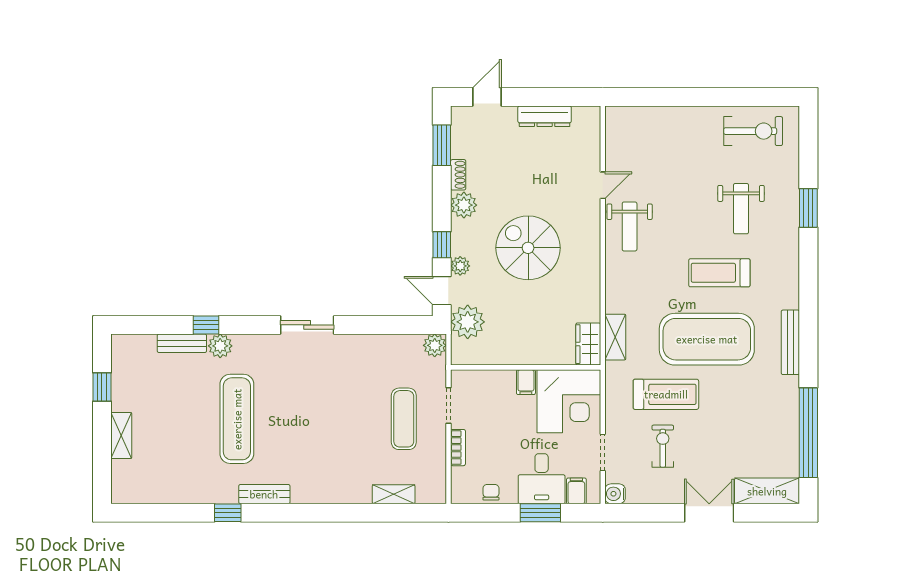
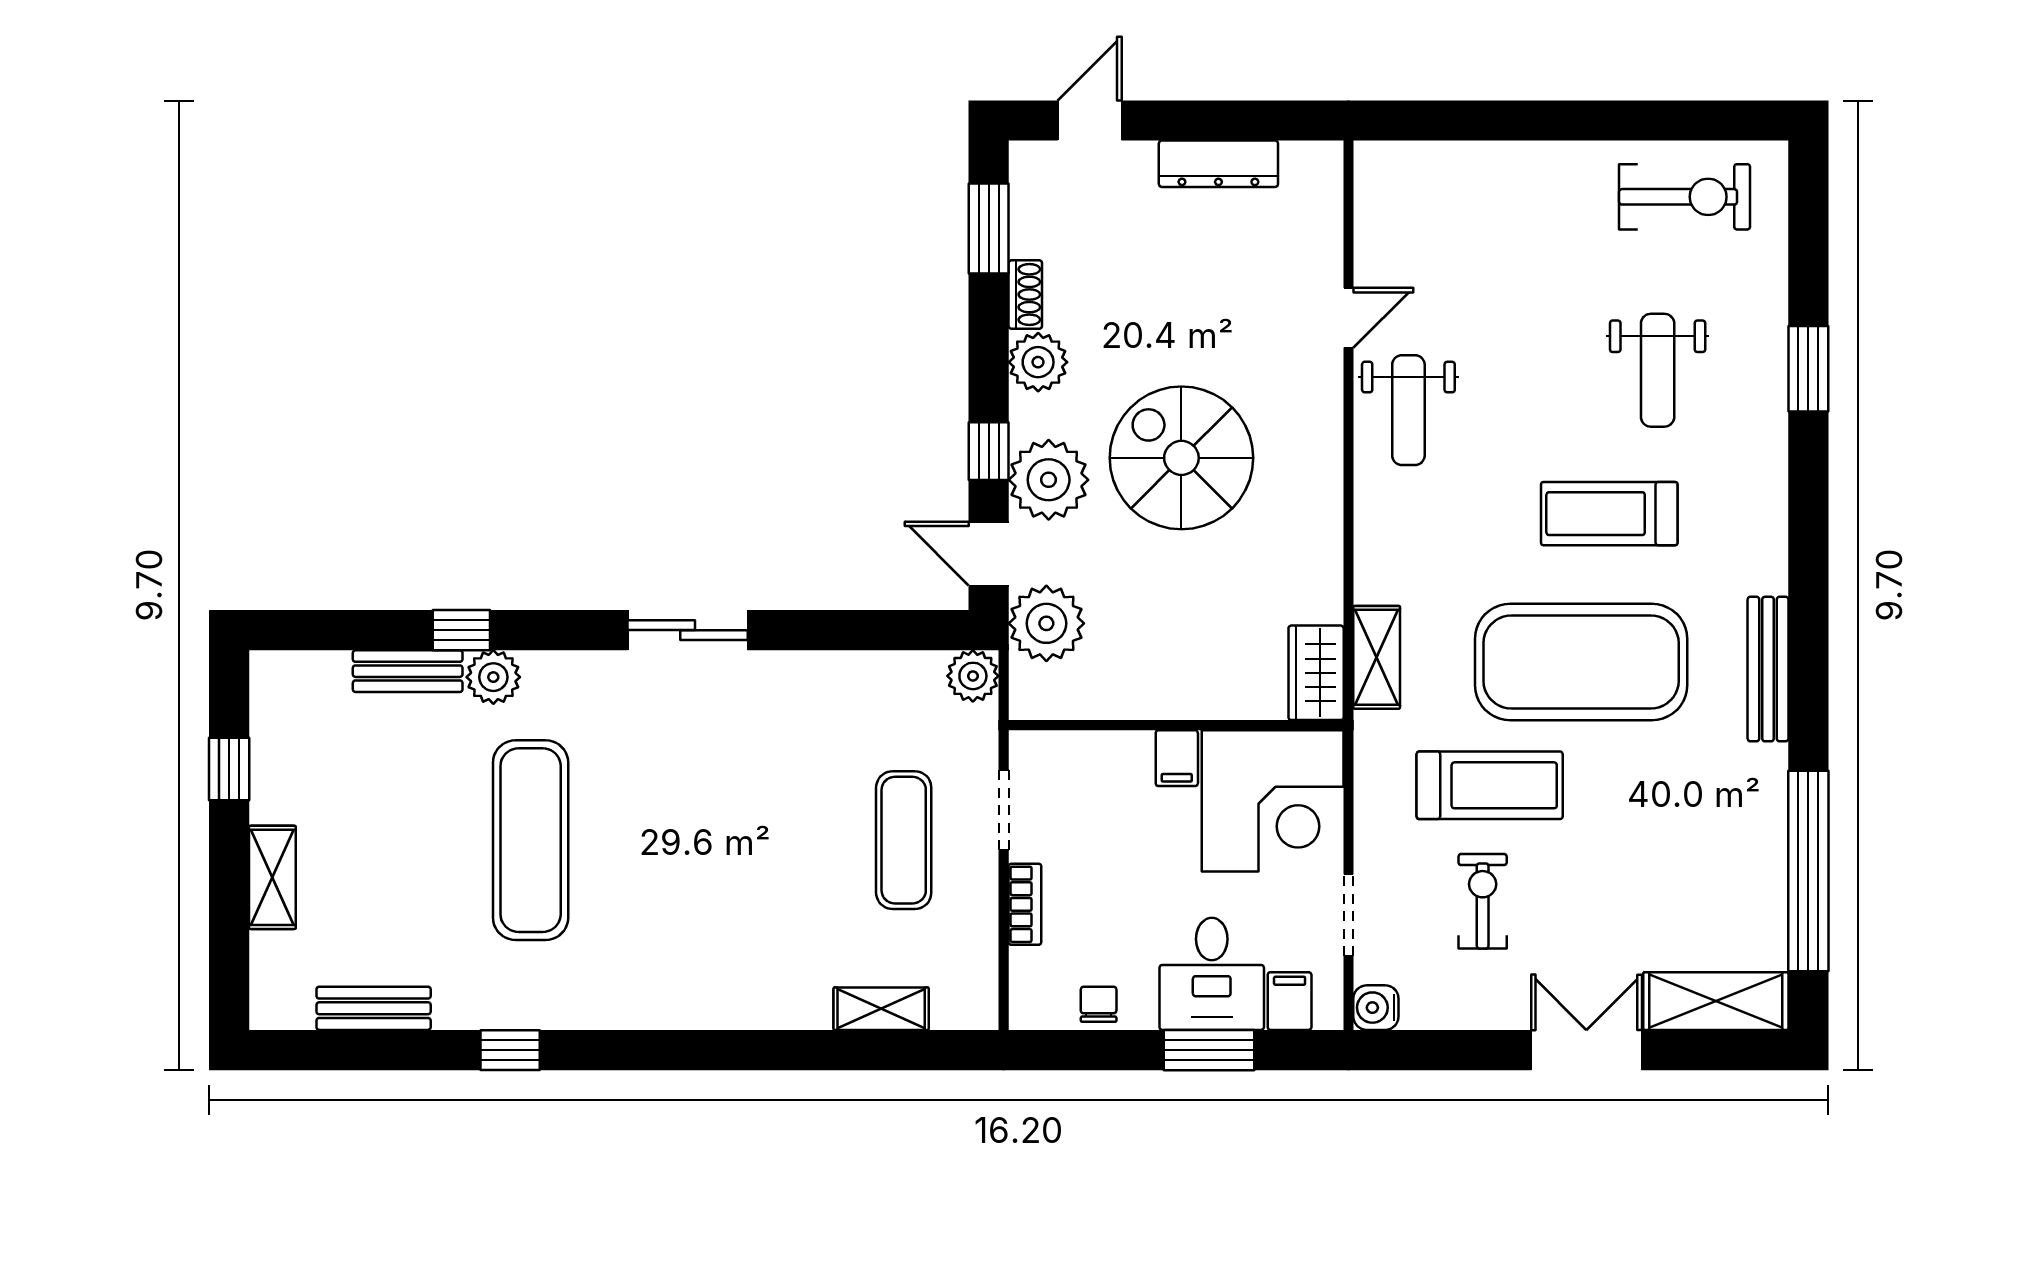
plant: (460, 266) -> (1049, 480), width x1.87, depth x1.87
bench: (264, 494) -> (374, 1008), moved

